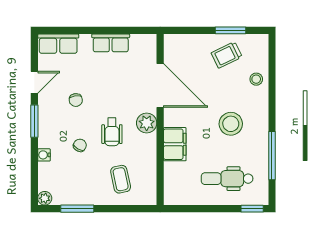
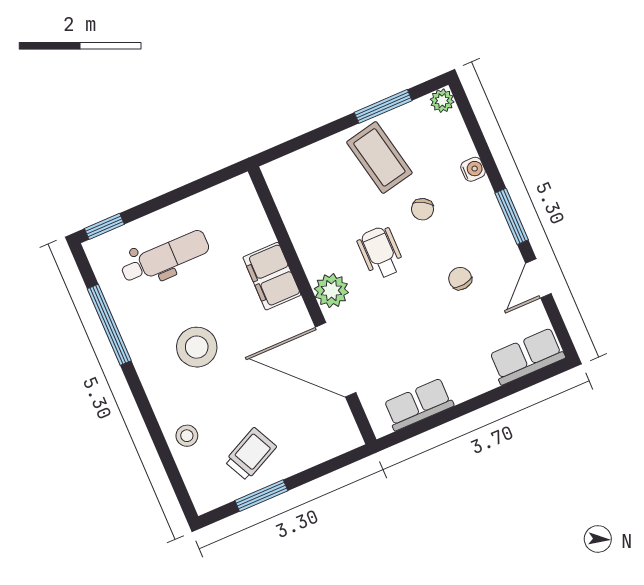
row of seats: (111, 43) -> (418, 404), moved
coffee table: (121, 179) -> (379, 157), moved, width x1.36, depth x1.30

